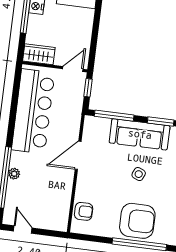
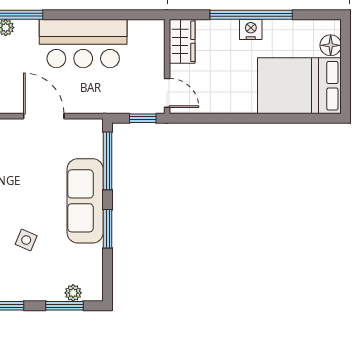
bar counter: (33, 111) -> (83, 43), width x0.73
side table: (139, 174) -> (26, 240), moved

